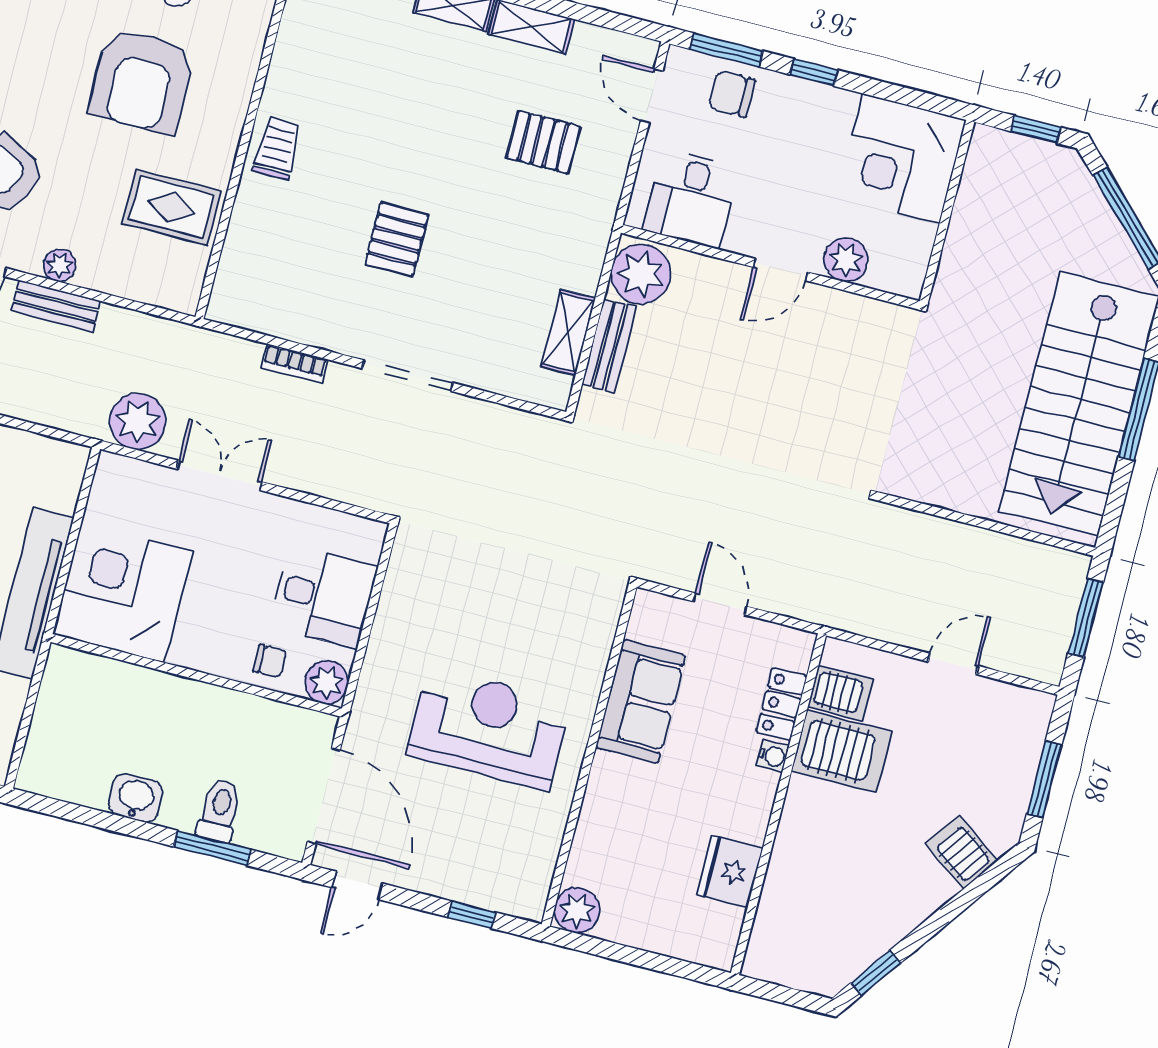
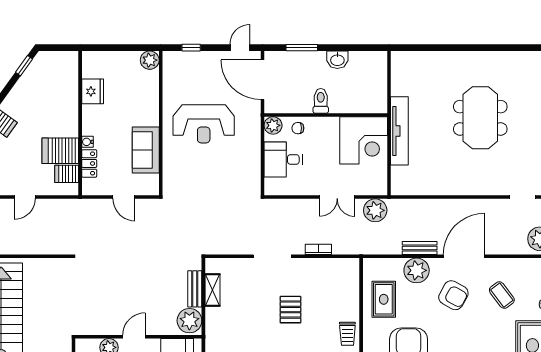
rug: (171, 207) -> (384, 299), turned 90
plant: (59, 265) -> (417, 270), width x1.87, depth x1.87
toilet: (220, 810) -> (321, 101), moved, turned 180

